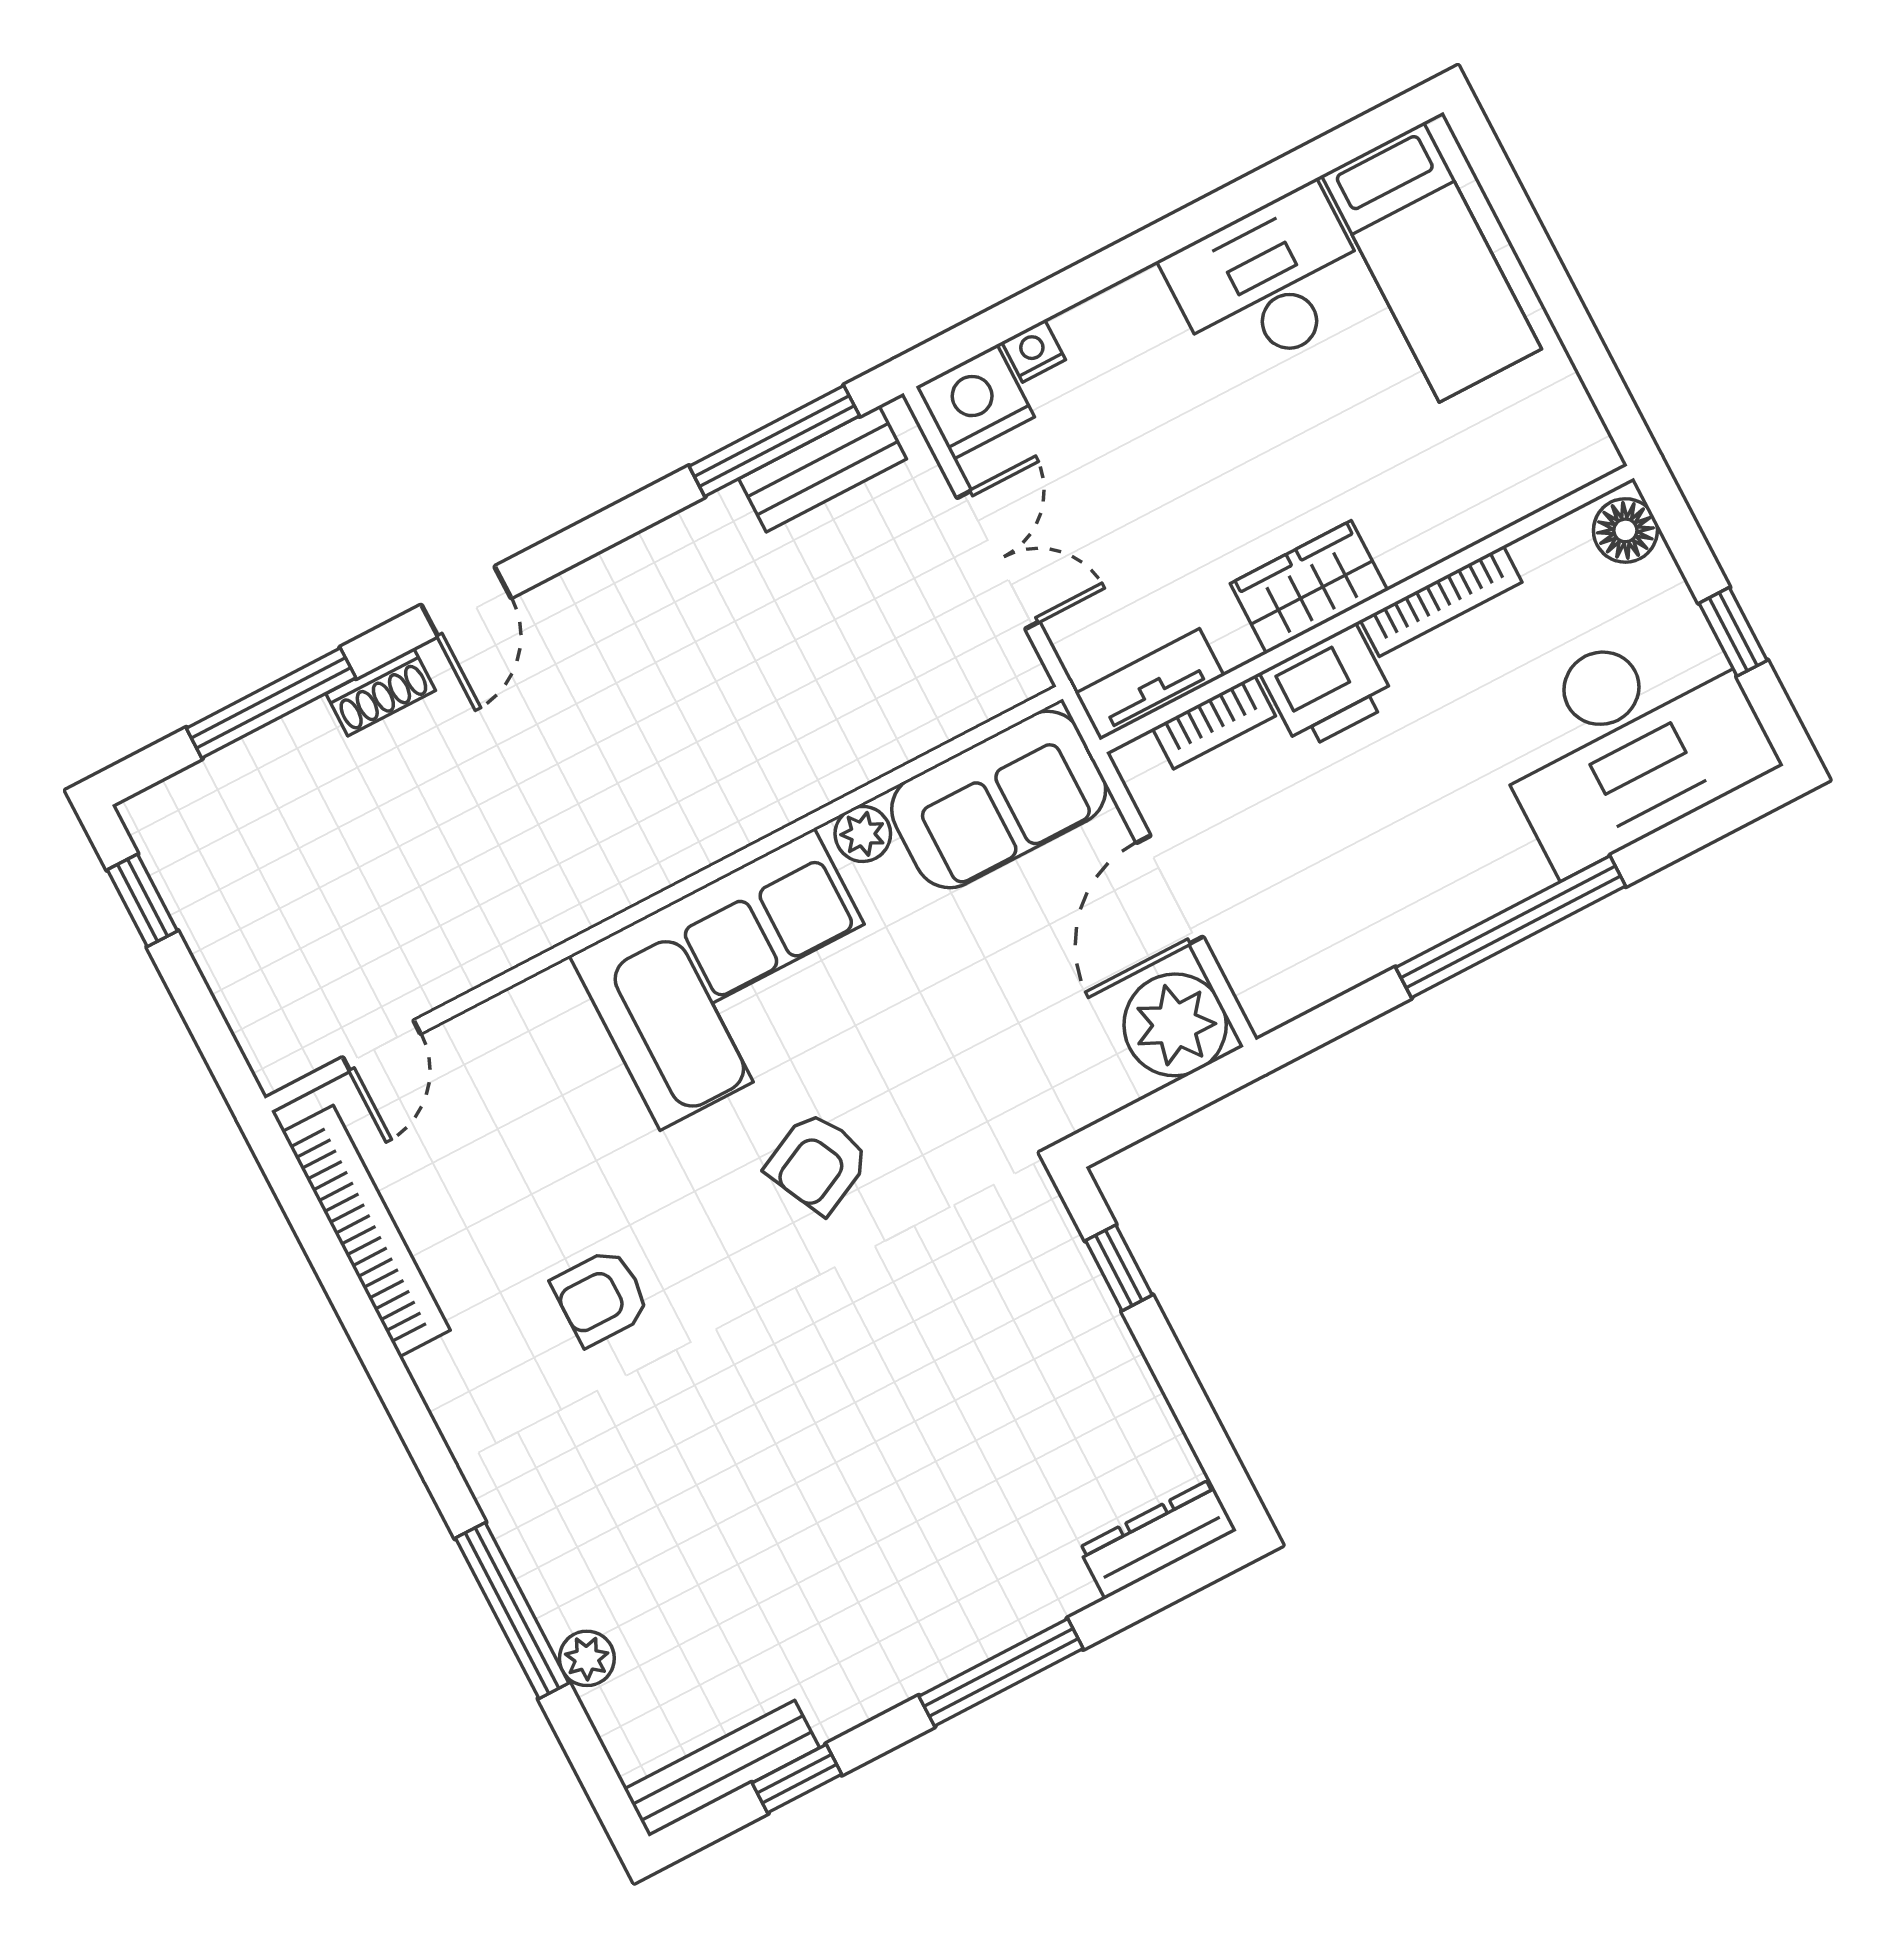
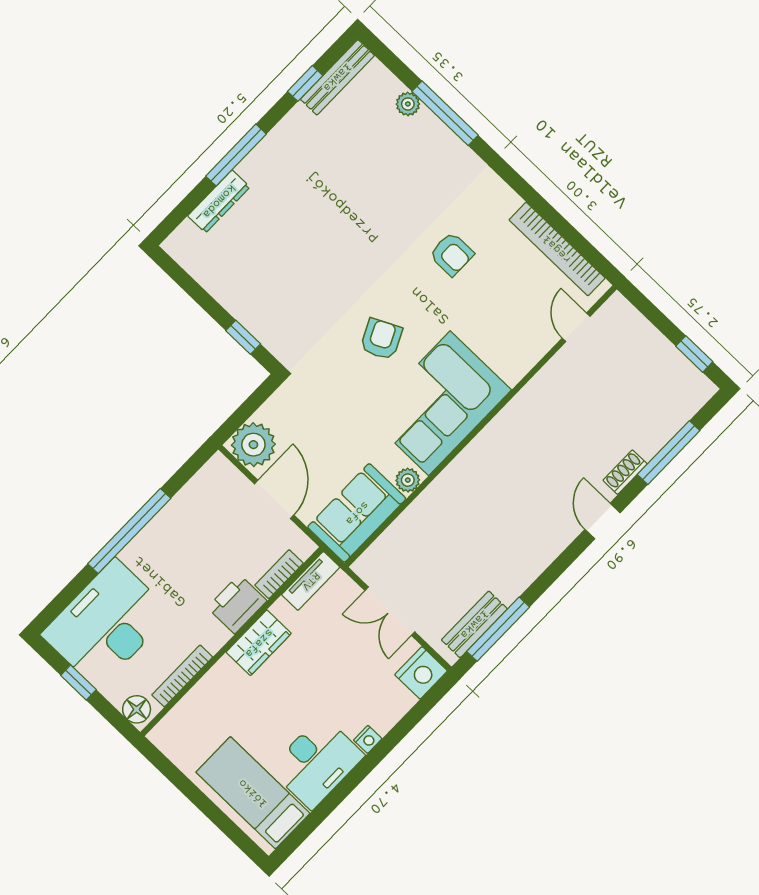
nightstand: (1034, 351) -> (368, 739), moved
bookcase: (1441, 601) -> (182, 676), moved
armchair: (601, 1297) -> (452, 254), turned 90
dresser: (1157, 1539) -> (219, 201), moved

